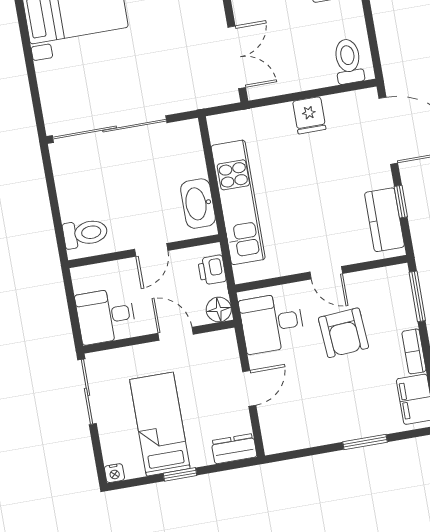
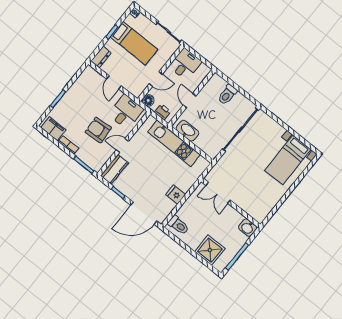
kitchen counter: (384, 220) -> (114, 169), moved, turned 90
toilet: (85, 233) -> (227, 95), moved

